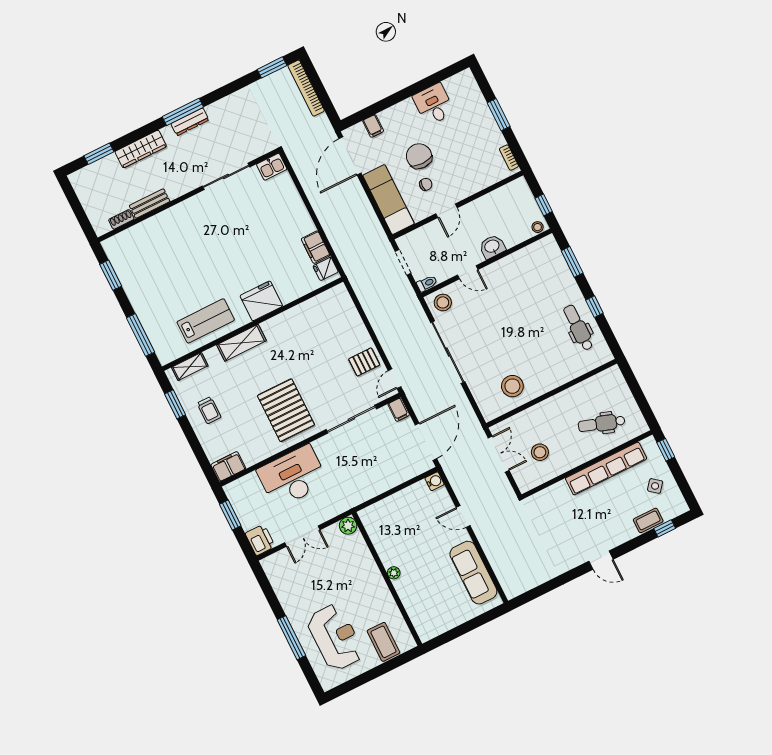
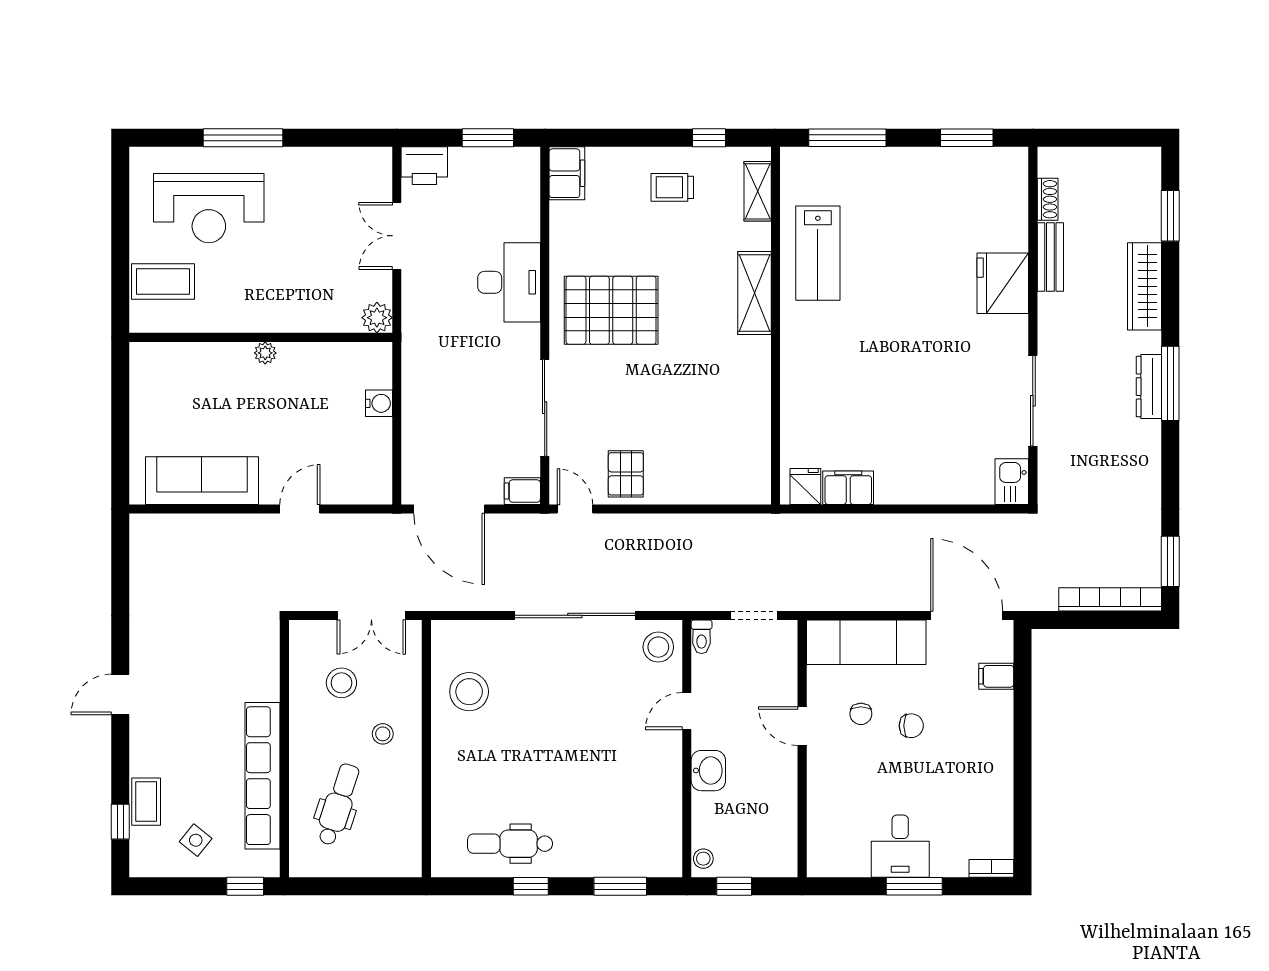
desk: (434, 104) -> (900, 846), moved, turned 90
chair: (419, 156) -> (911, 726), width x0.54, depth x0.54
bookcase: (509, 158) -> (991, 868), moved
fridge: (261, 301) -> (1003, 283), moved, turned 180
dental chair: (578, 328) -> (510, 844), turned 180
window: (175, 404) -> (709, 138), width x0.67
stool: (555, 419) -> (383, 734), added
desk: (292, 477) -> (509, 282), width x0.73, depth x0.77
water cooler: (435, 481) -> (379, 403), moved, turned -90

